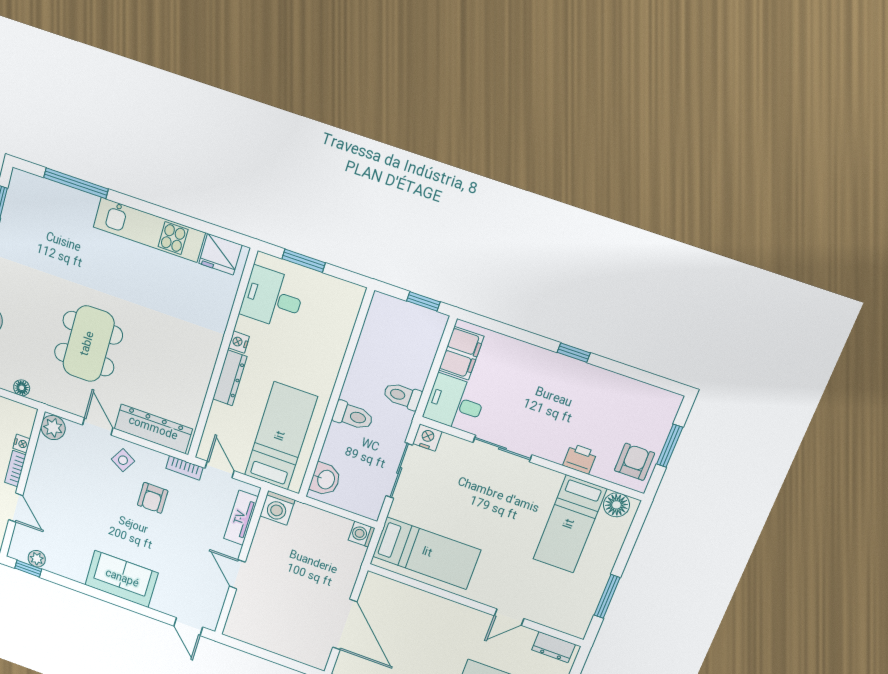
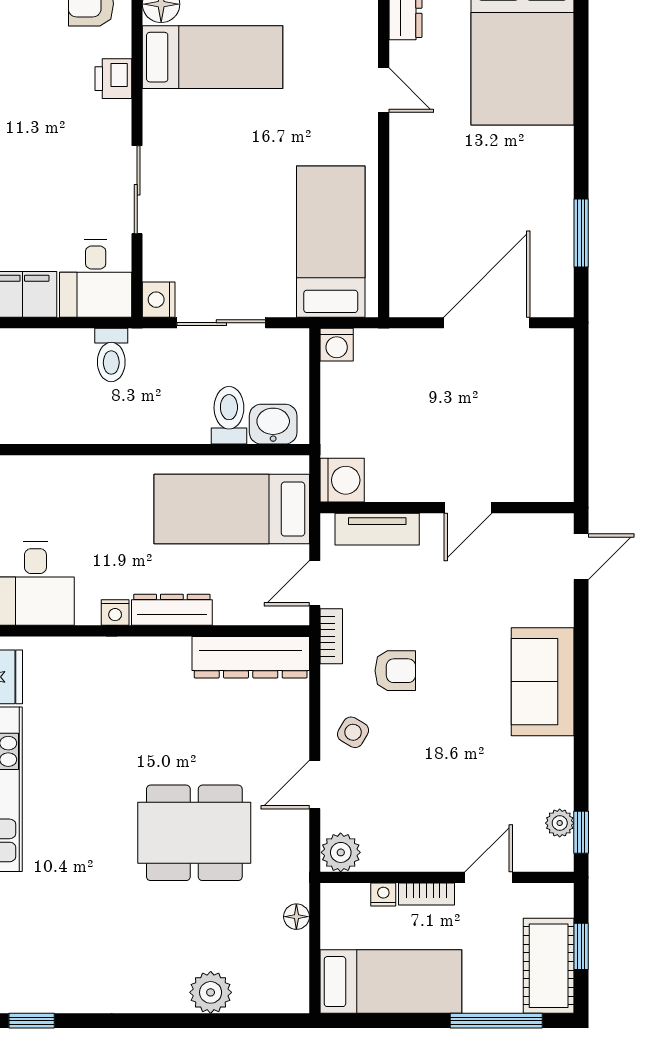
toilet: (353, 416) -> (229, 415), moved
dresser: (153, 429) -> (251, 657), moved, turned -90

